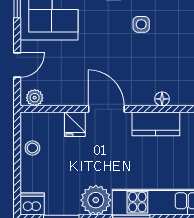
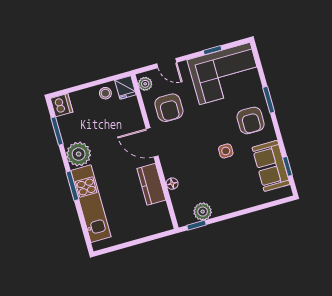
armchair: (71, 77) -> (169, 108), added
door: (106, 109) -> (152, 142), swing flipped
fridge: (75, 124) -> (125, 88), moved, turned -90

